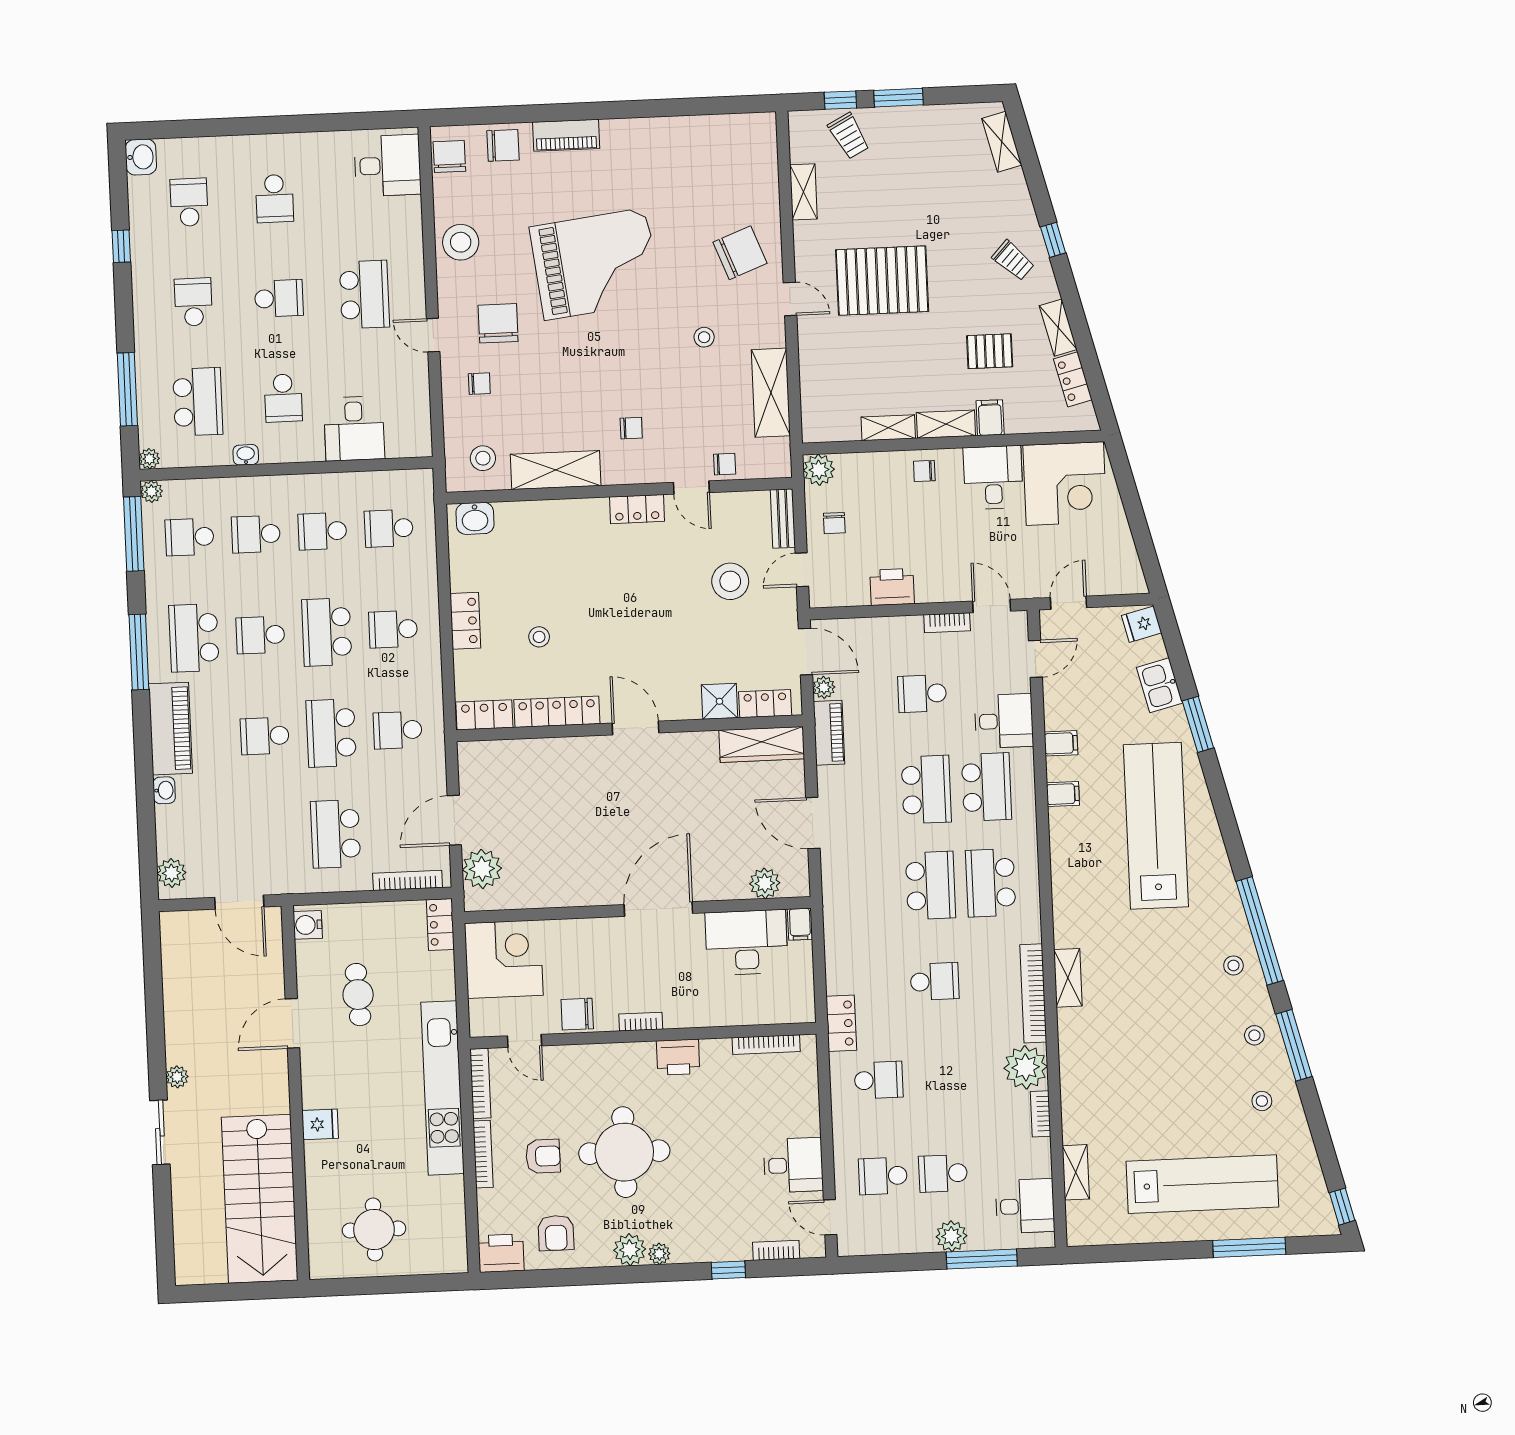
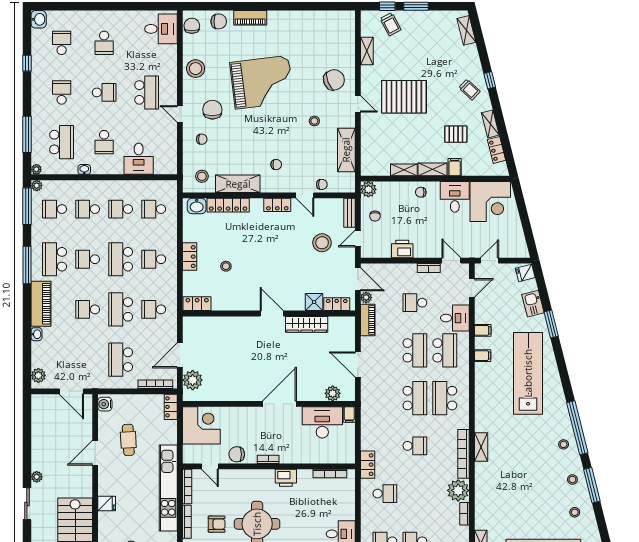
locker: (557, 712) -> (228, 205), moved, turned 180
wardrobe: (762, 744) -> (307, 324), moved

